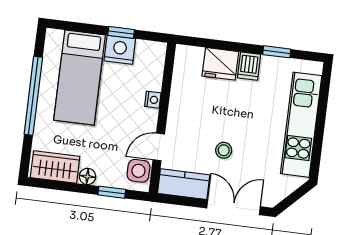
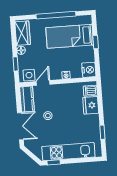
window: (121, 32) -> (96, 42), moved
nightstand: (120, 50) -> (89, 70), moved
dishwasher: (249, 66) -> (90, 91), moved
door: (159, 147) -> (43, 83), hinge flipped
window: (316, 157) -> (54, 162), added

